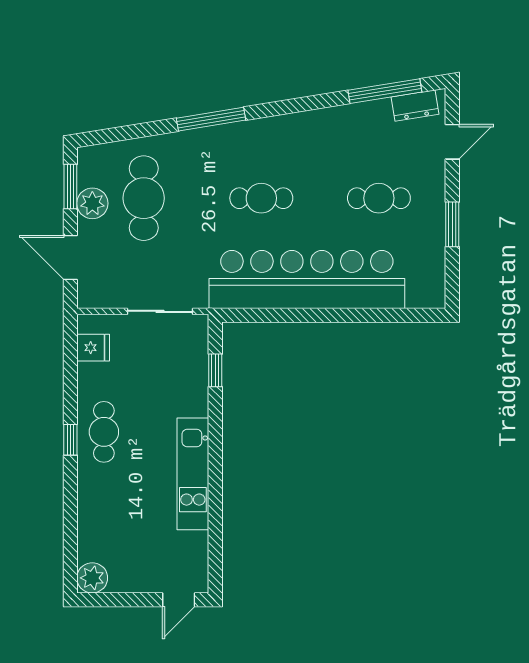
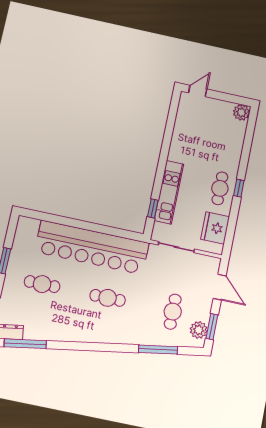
window: (211, 119) -> (158, 350), moved
cafe table: (144, 198) -> (173, 312), width x0.73, depth x0.74
plant: (92, 203) -> (199, 330), moved
fridge: (93, 348) -> (215, 228), width x1.88, depth x1.34
kitchen unit: (193, 474) -> (169, 192), moved

